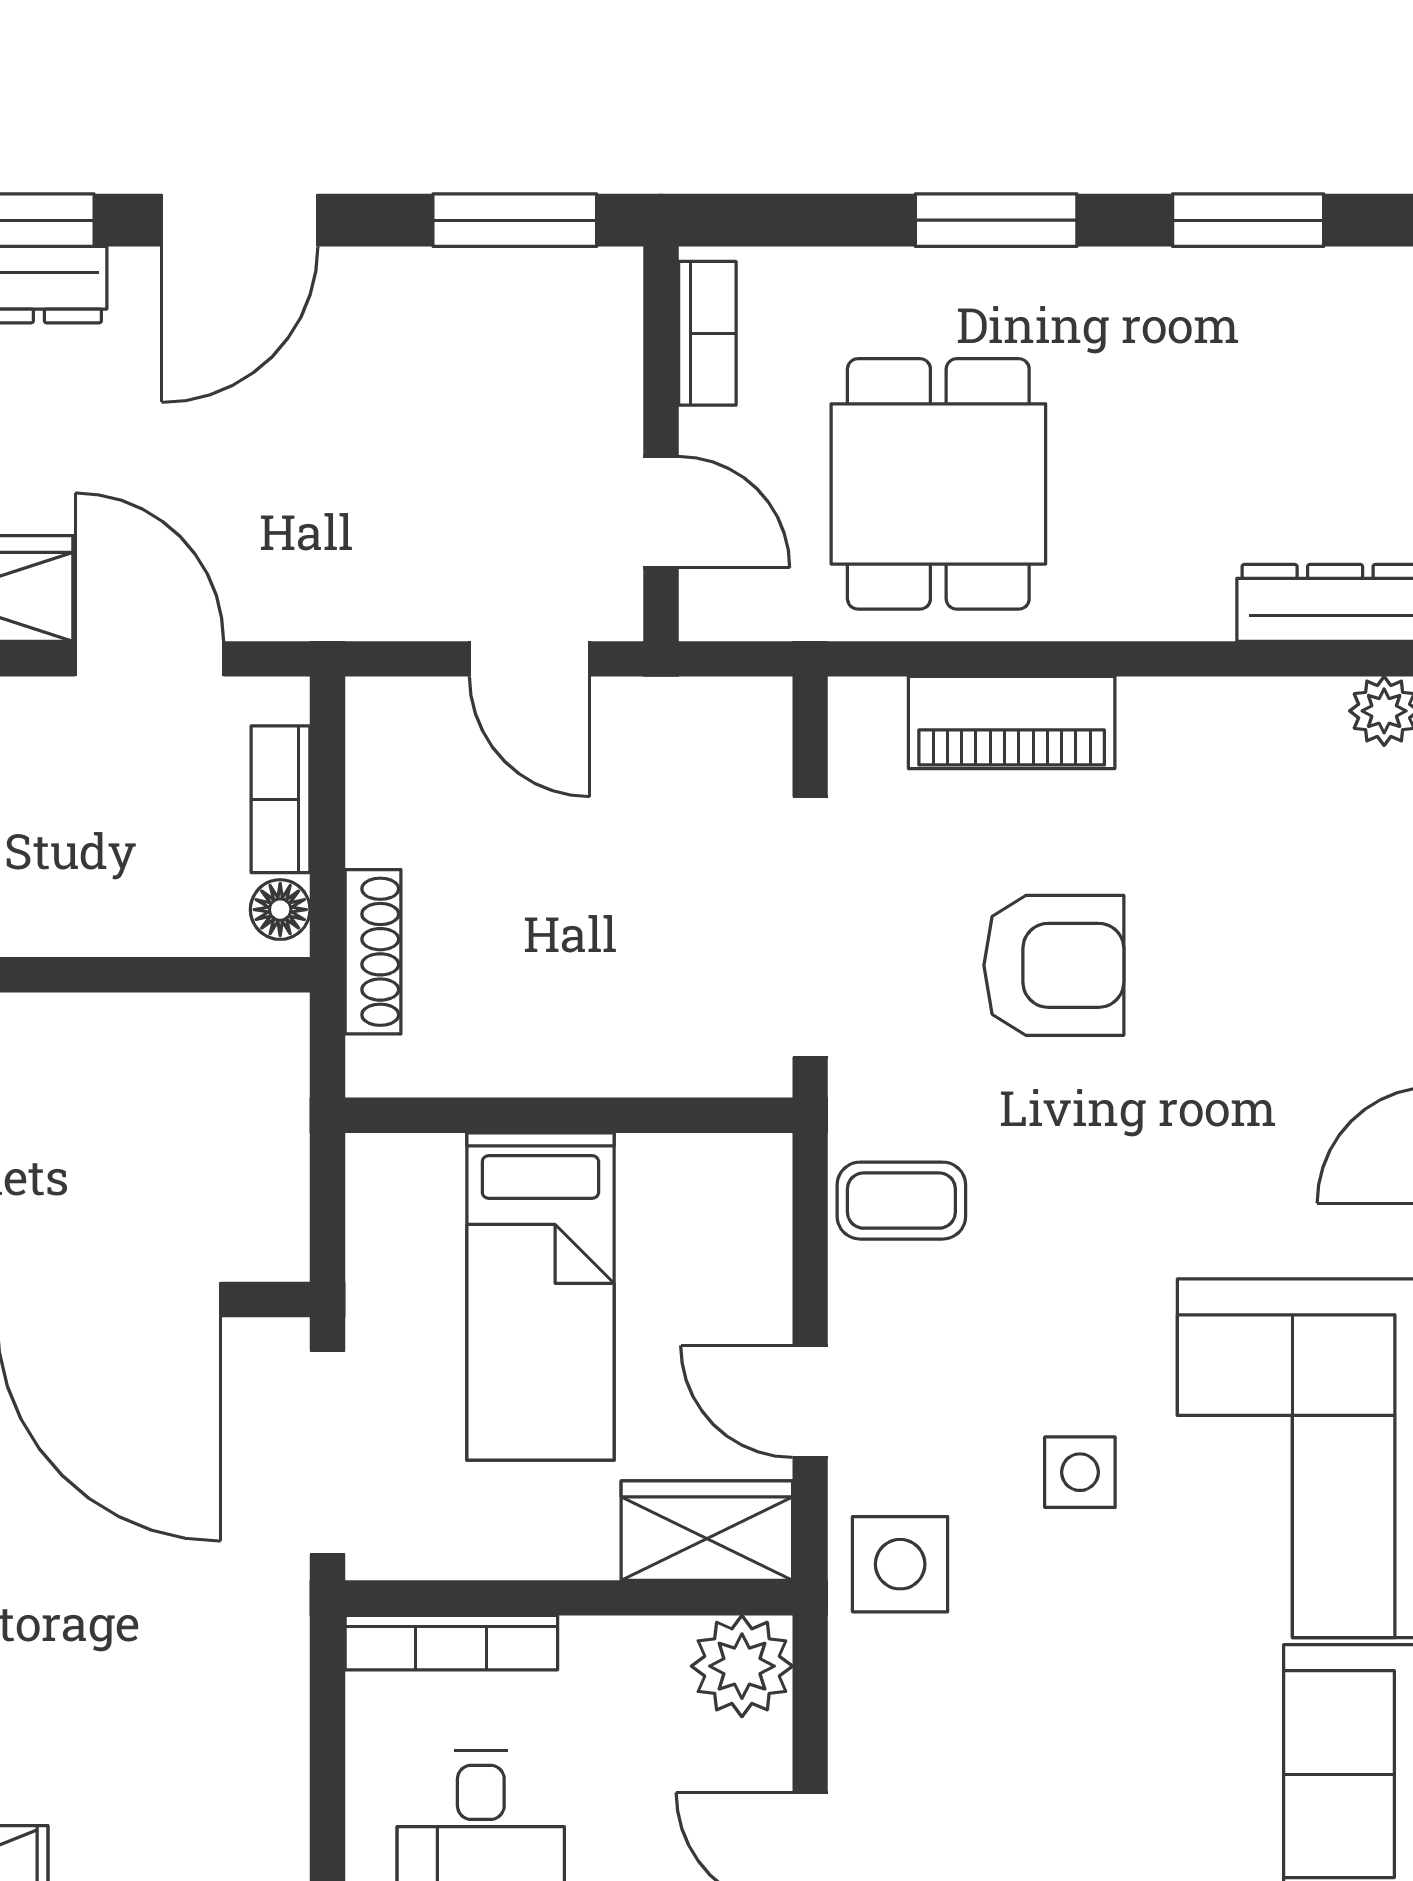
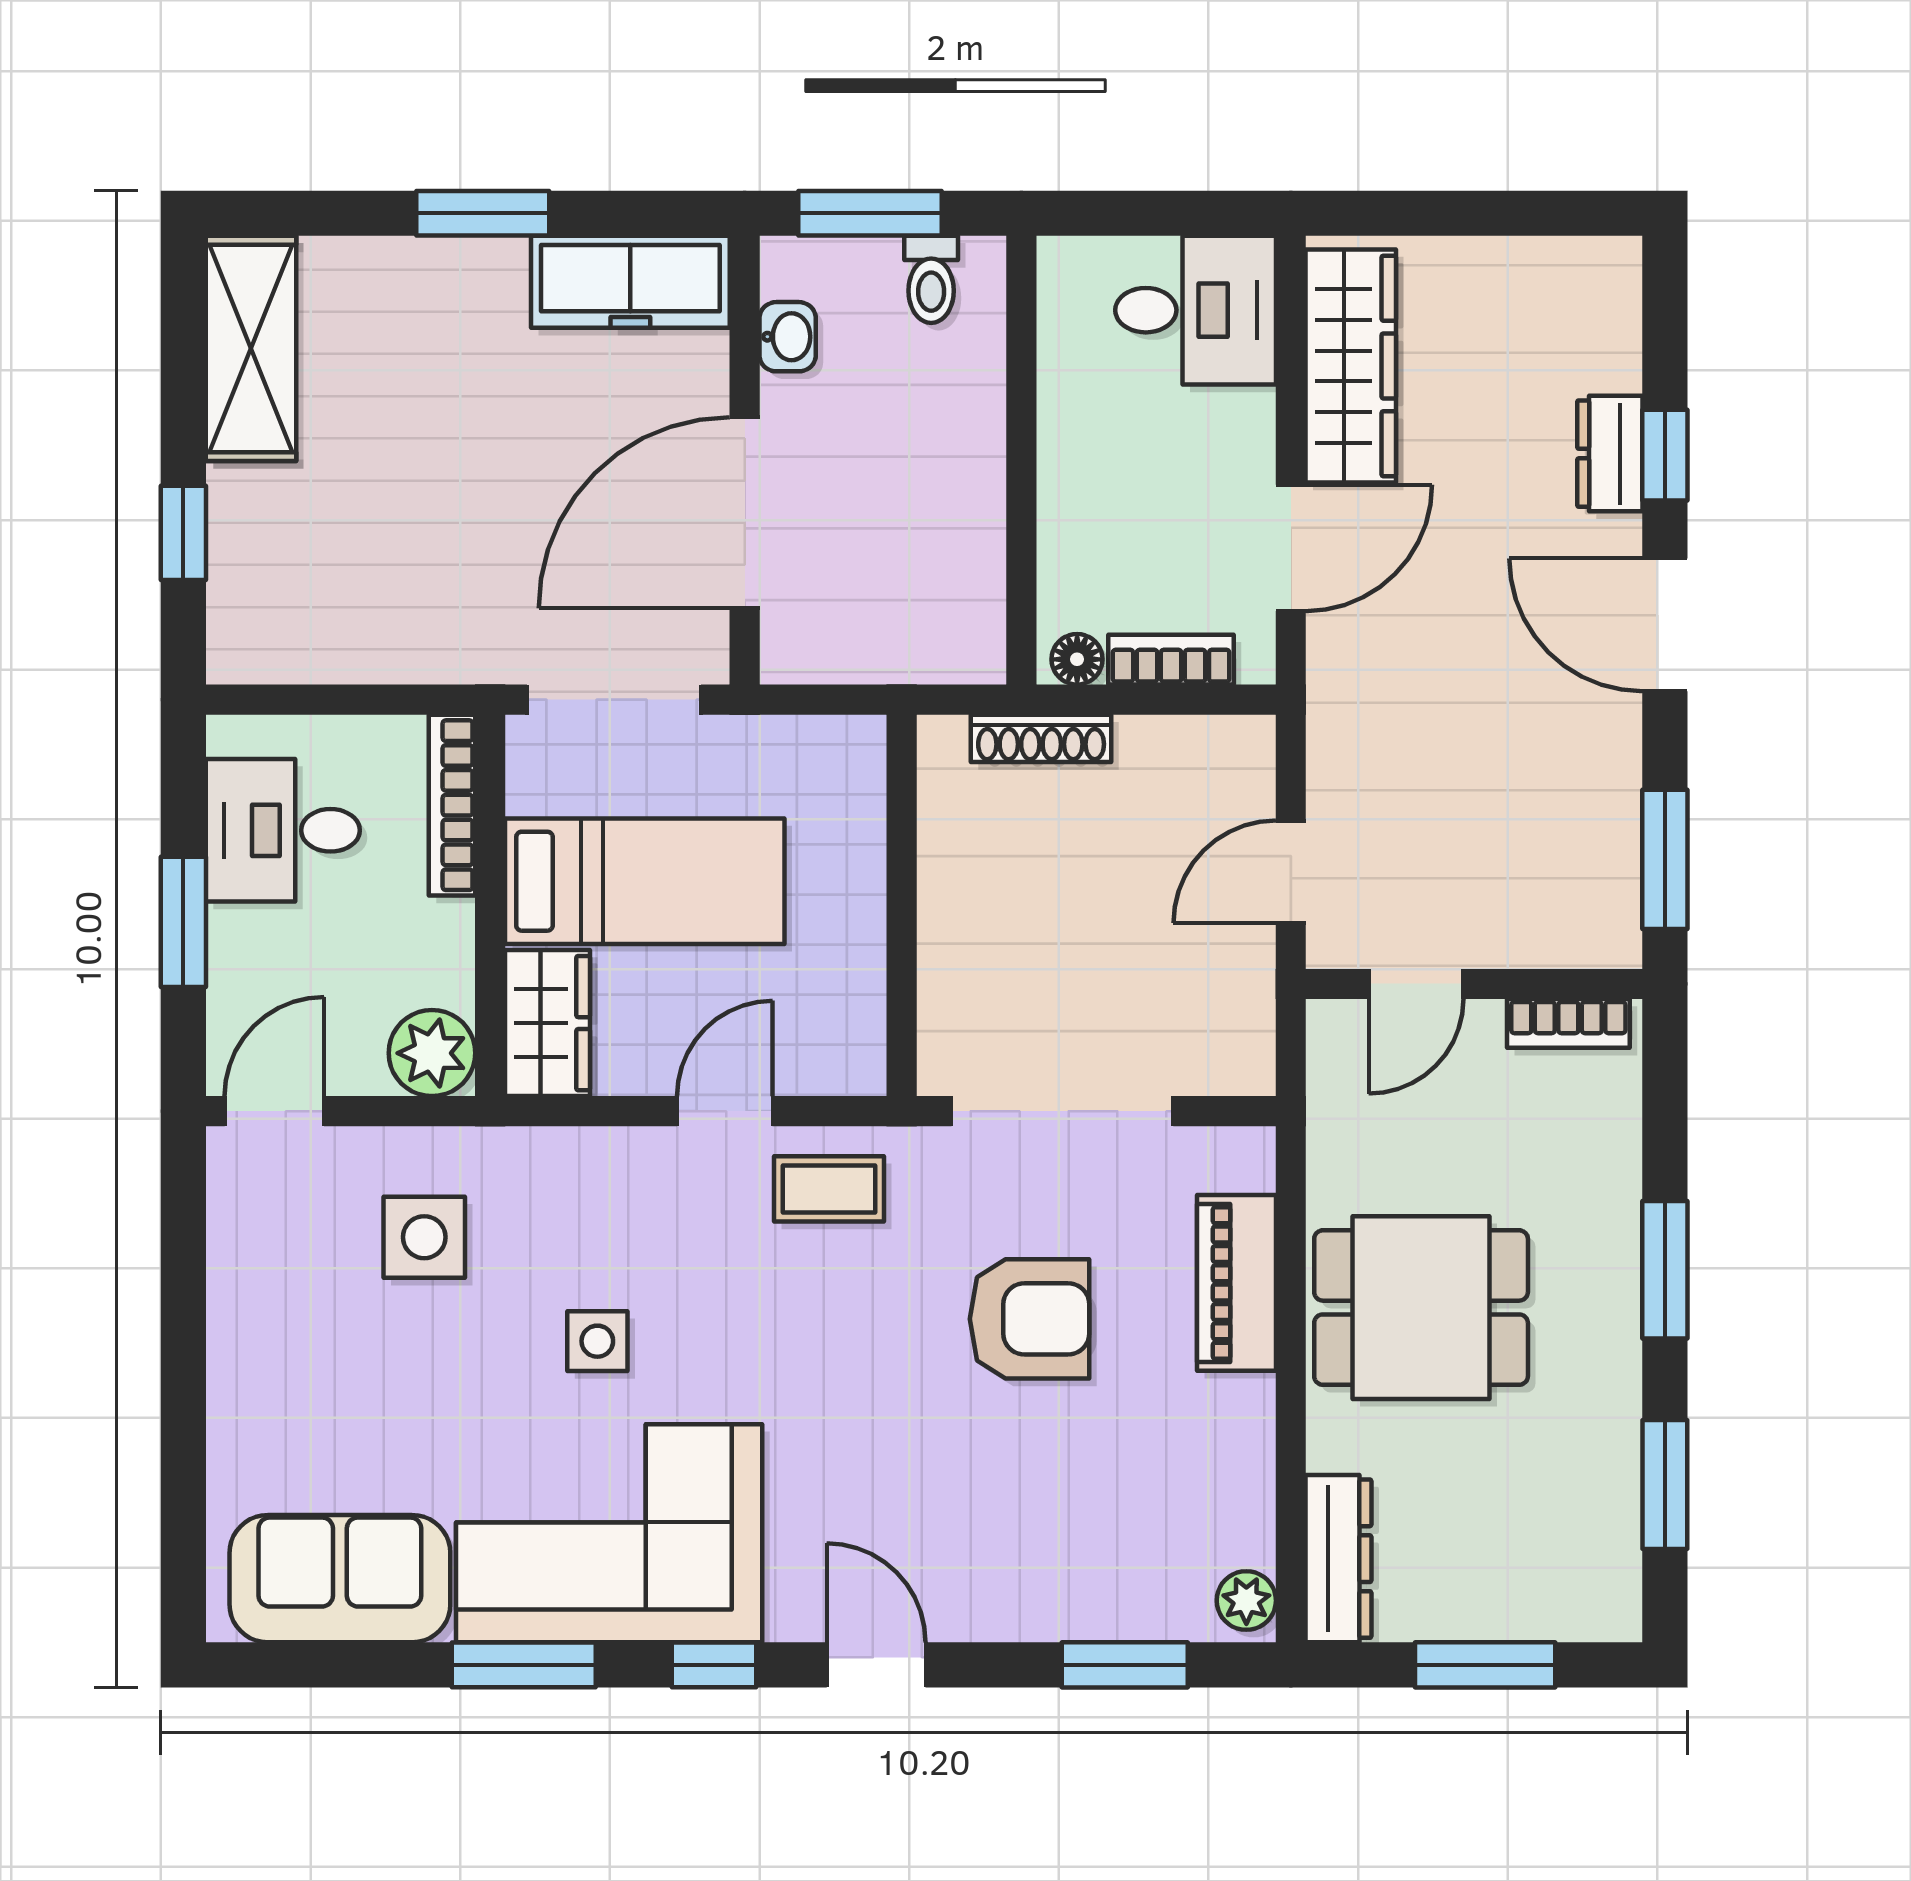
dining table: (938, 484) -> (1421, 1308), moved
armchair: (1054, 965) -> (1030, 1319), turned -90
coffee table: (901, 1201) -> (829, 1189), turned 90
bed: (540, 1296) -> (645, 881), moved, turned 180
door: (810, 1401) -> (725, 1111), moved
side table: (900, 1564) -> (424, 1237), moved

